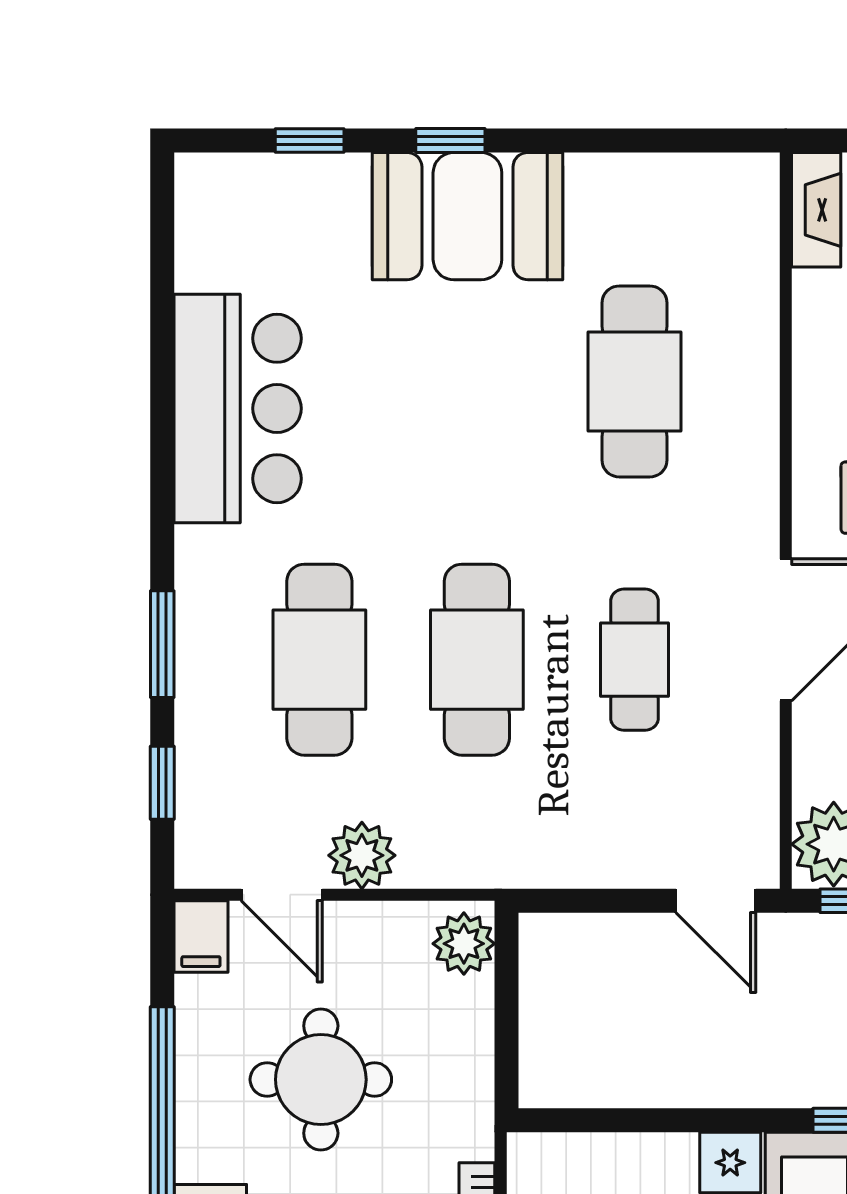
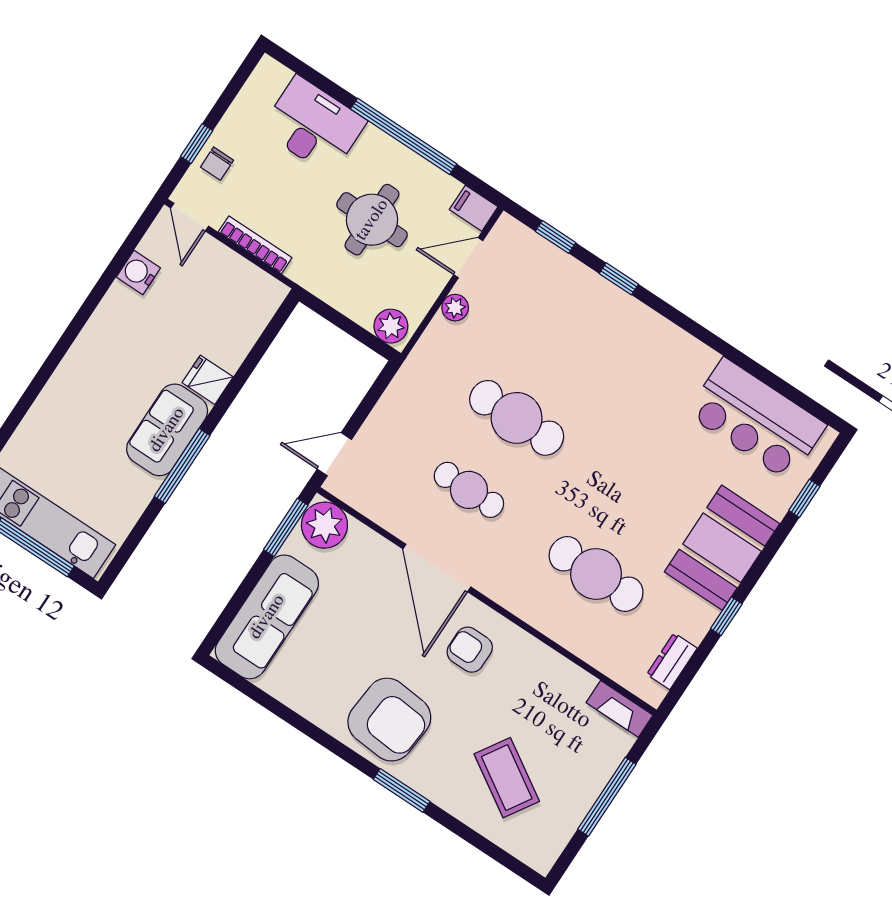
window: (450, 141) -> (726, 616), moved
dresser: (691, 178) -> (672, 661), added
bar counter: (238, 408) -> (756, 419), moved
window: (162, 644) -> (619, 279), width x0.67
cafe table: (319, 660) -> (564, 346), removed
plant: (362, 855) -> (455, 308), width x0.73, depth x0.73

